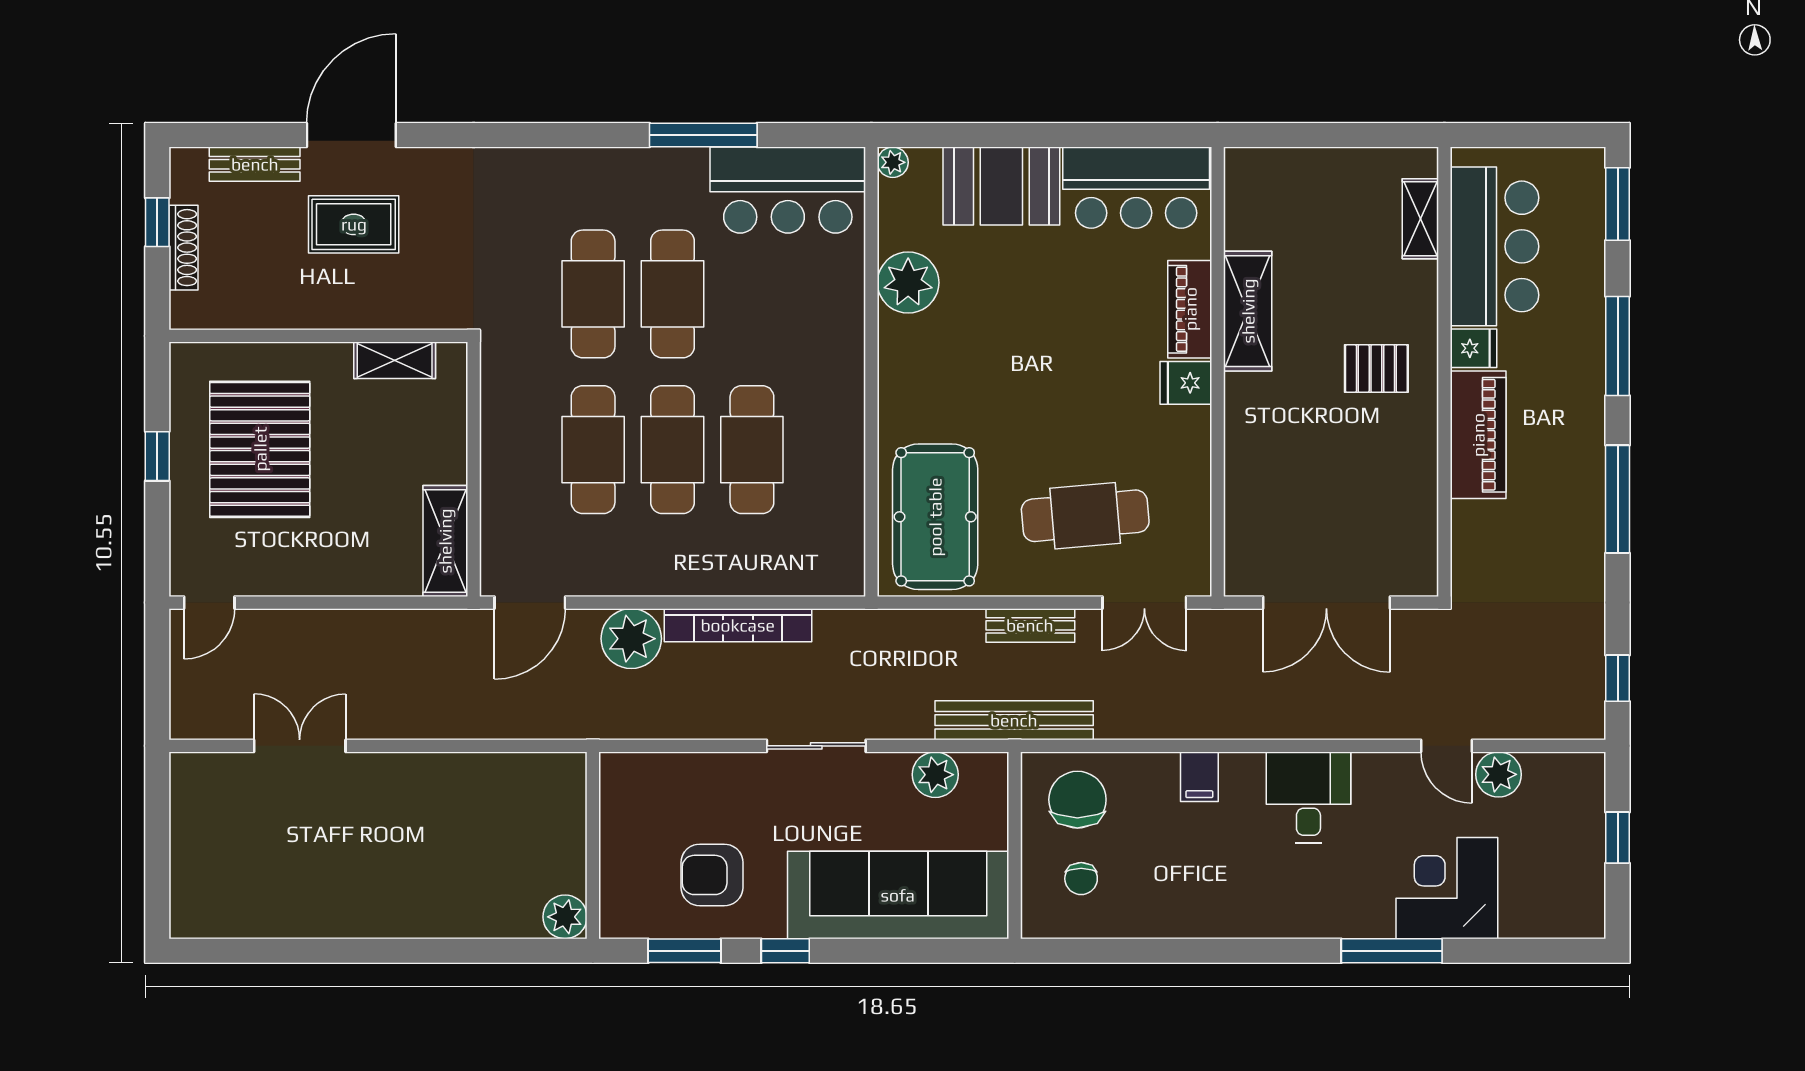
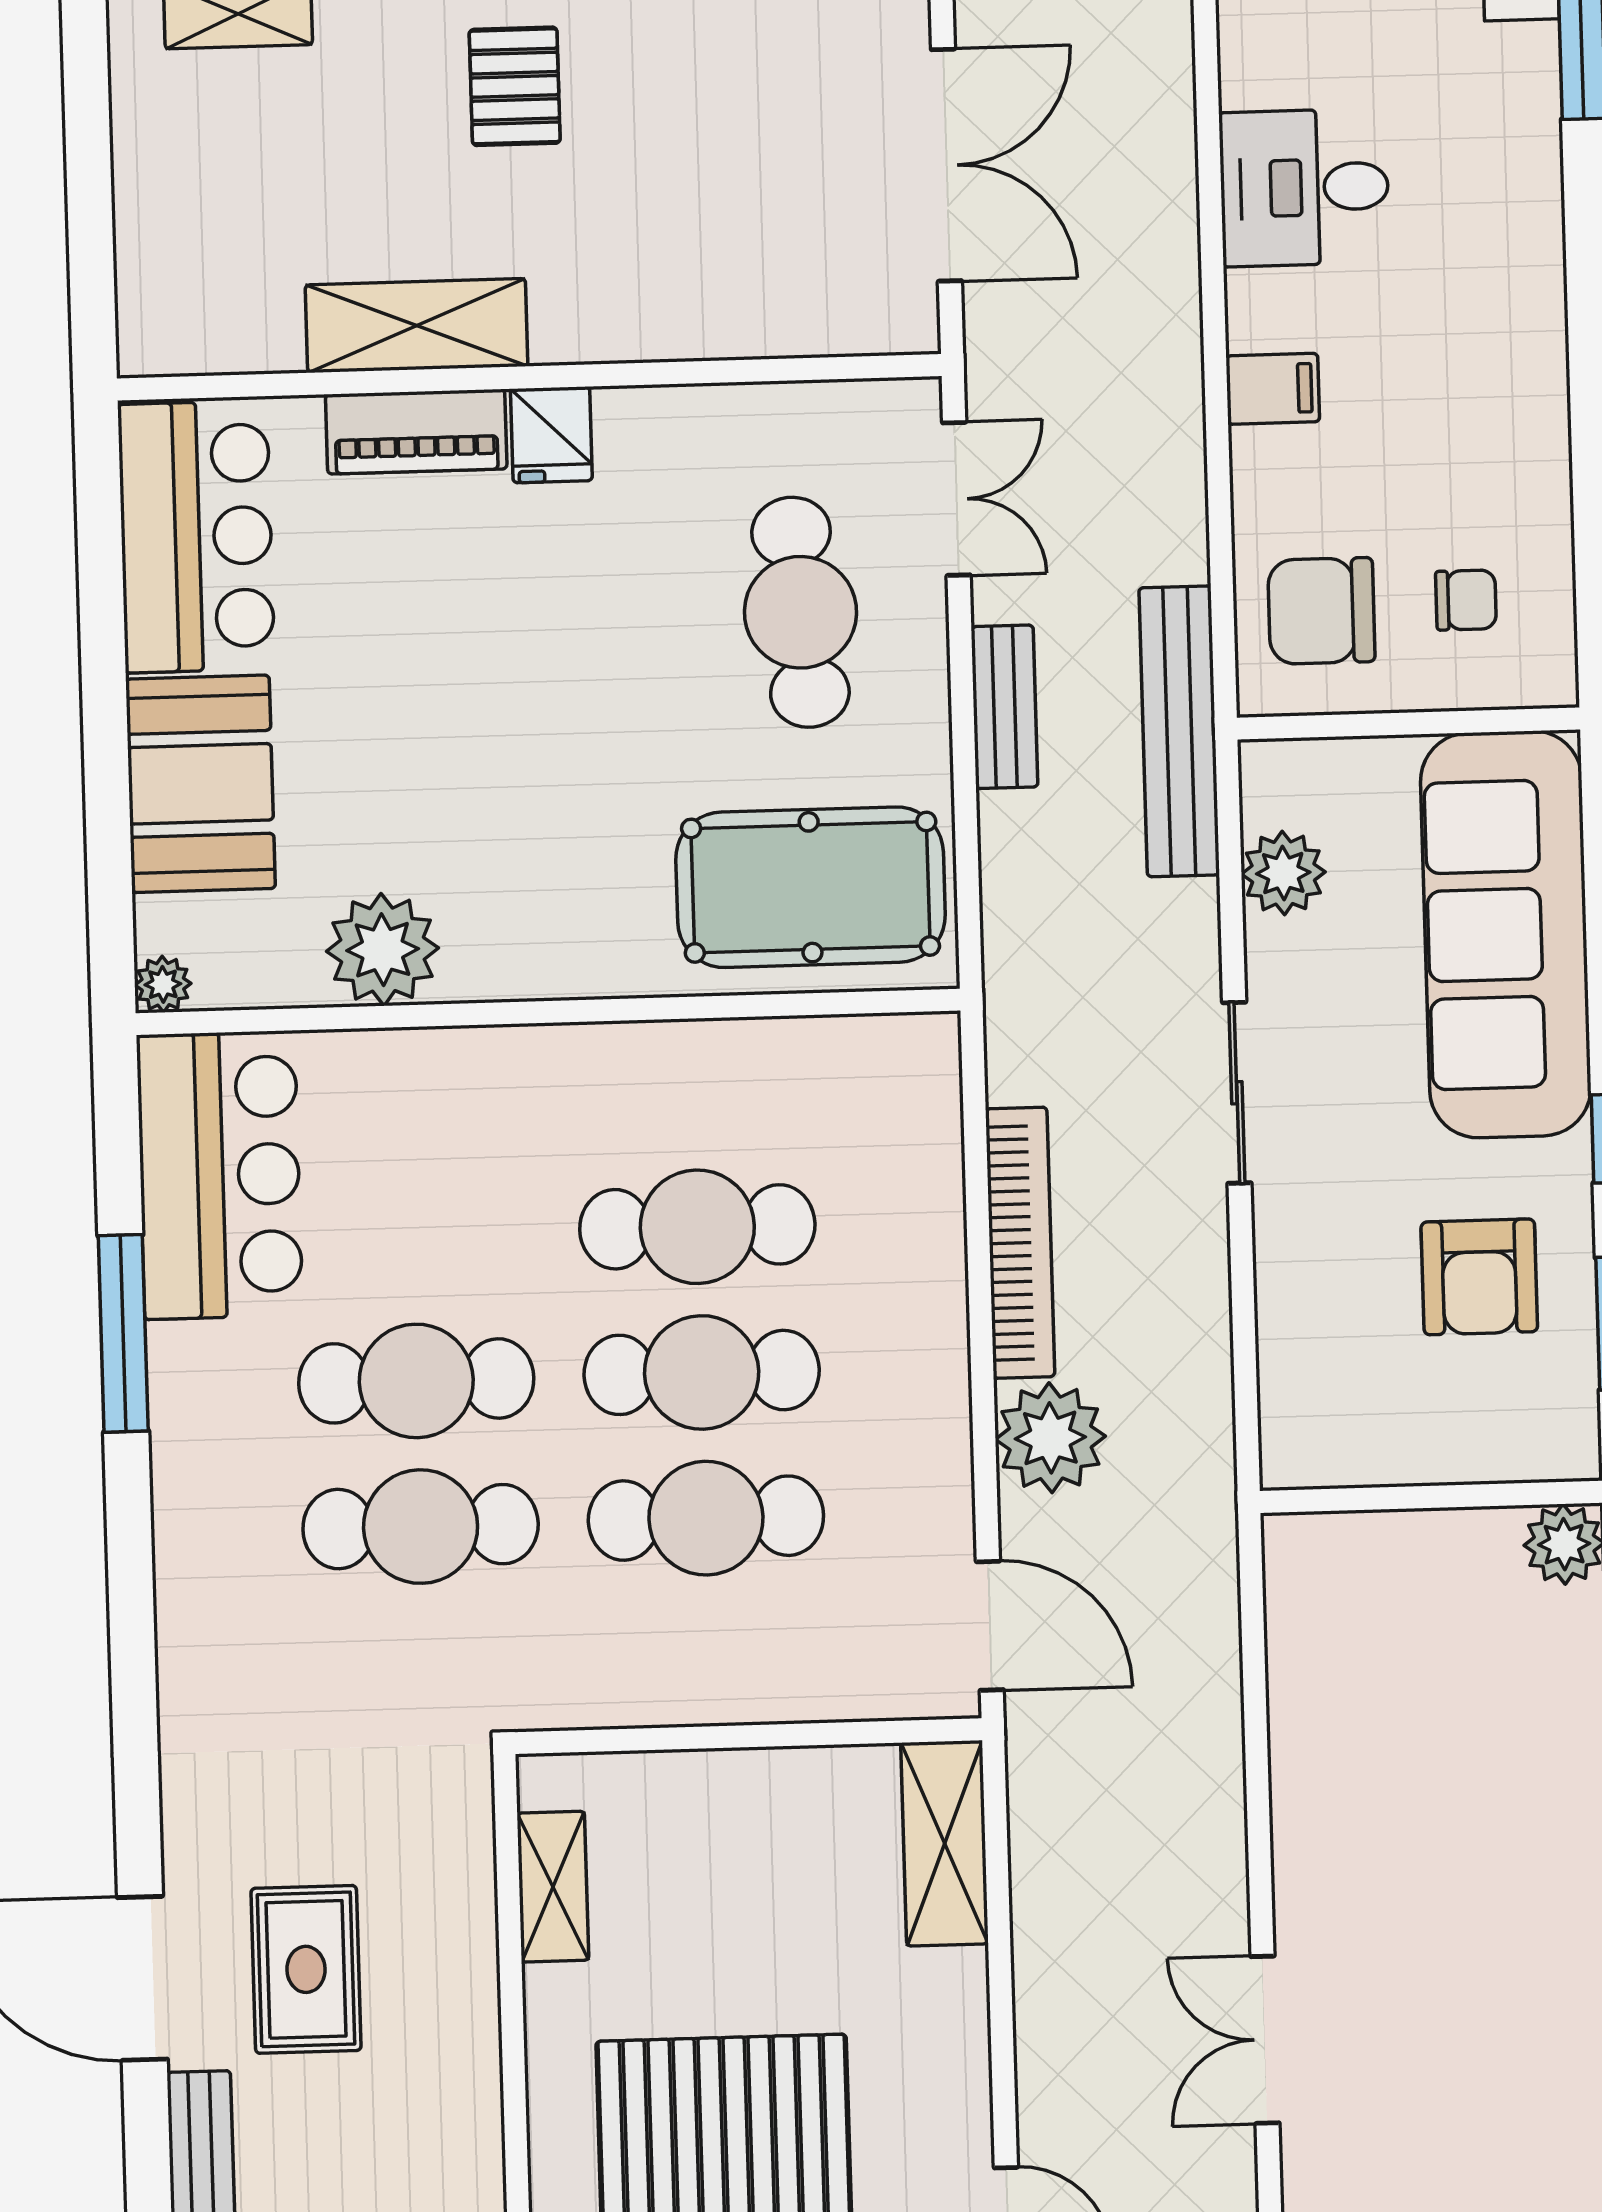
shelving: (445, 541) -> (945, 1843), moved, turned 90

